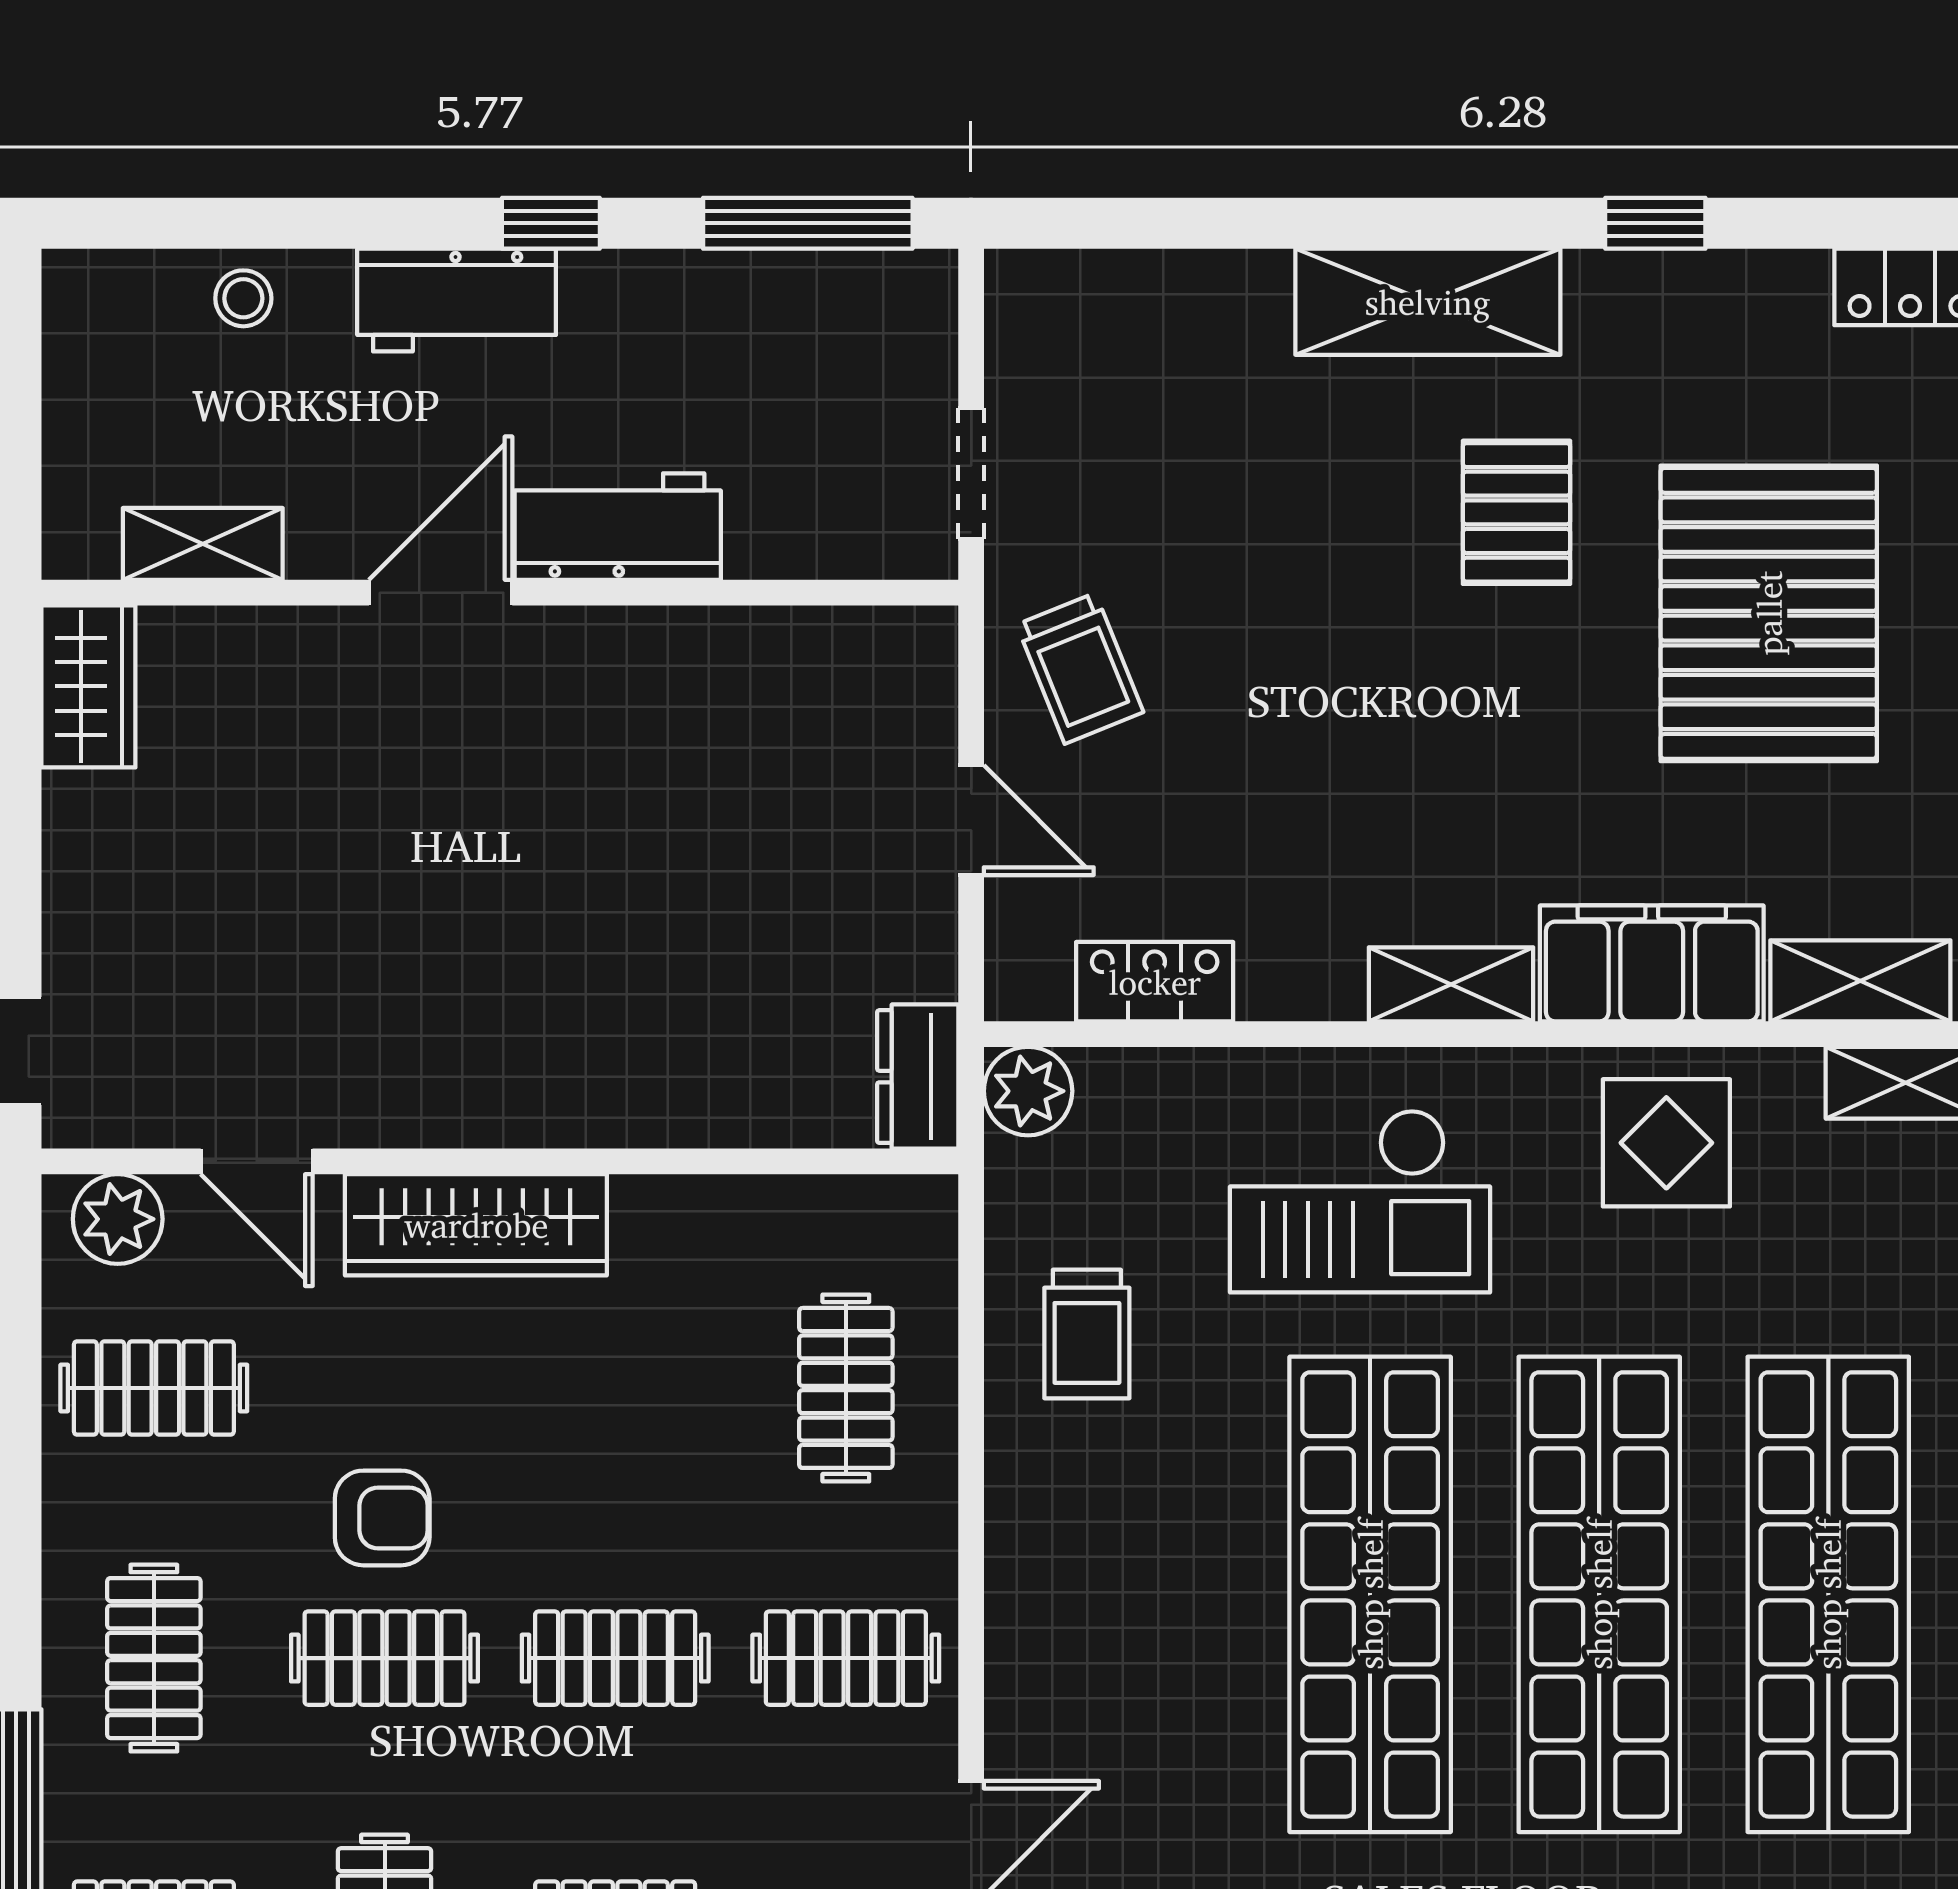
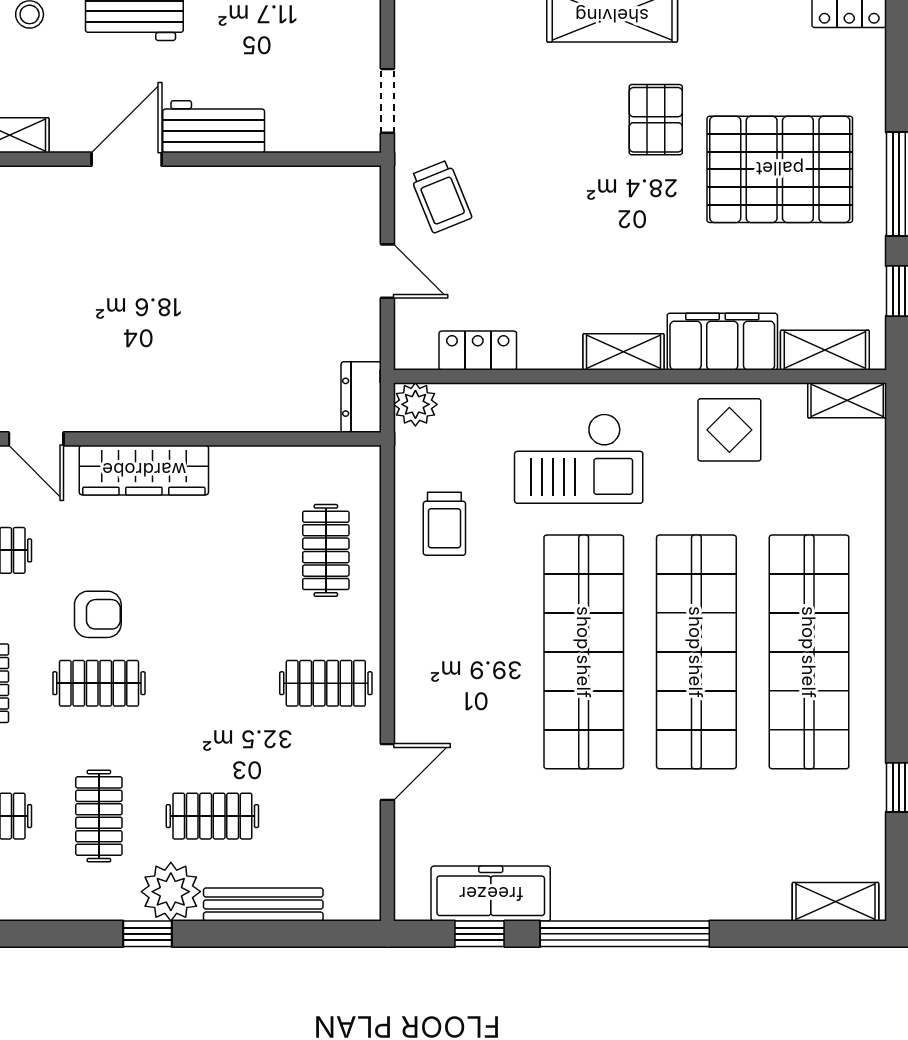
pallet: (1769, 613) -> (780, 169), turned 90
clothes rail: (615, 1658) -> (212, 683), removed

